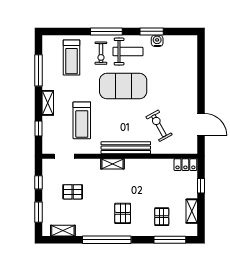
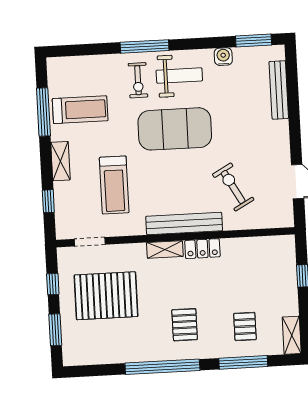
window: (152, 31) -> (254, 41), moved
treadmill: (71, 58) -> (80, 110), moved, turned -90
bench: (192, 64) -> (279, 90), added
locker: (185, 165) -> (202, 249), moved
pallet: (73, 192) -> (106, 296), width x2.05, depth x2.00
shelving: (192, 211) -> (292, 335), moved
shelving: (63, 231) -> (94, 356), removed
window: (170, 240) -> (243, 362), moved

